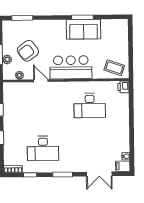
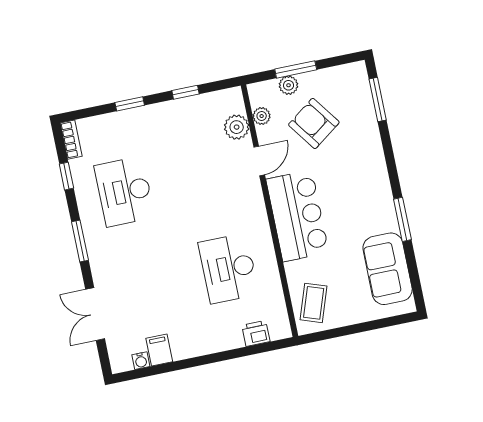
sofa: (83, 29) -> (388, 269), moved
printer: (123, 87) -> (256, 333), moved
plant: (22, 88) -> (237, 127), added
filing cabinet: (123, 166) -> (159, 350), moved

